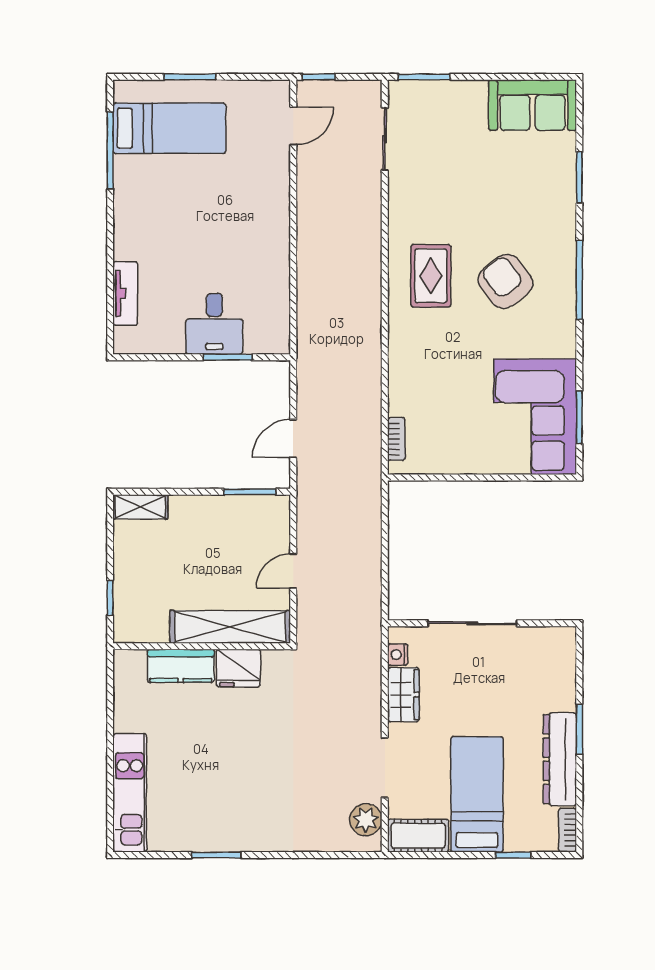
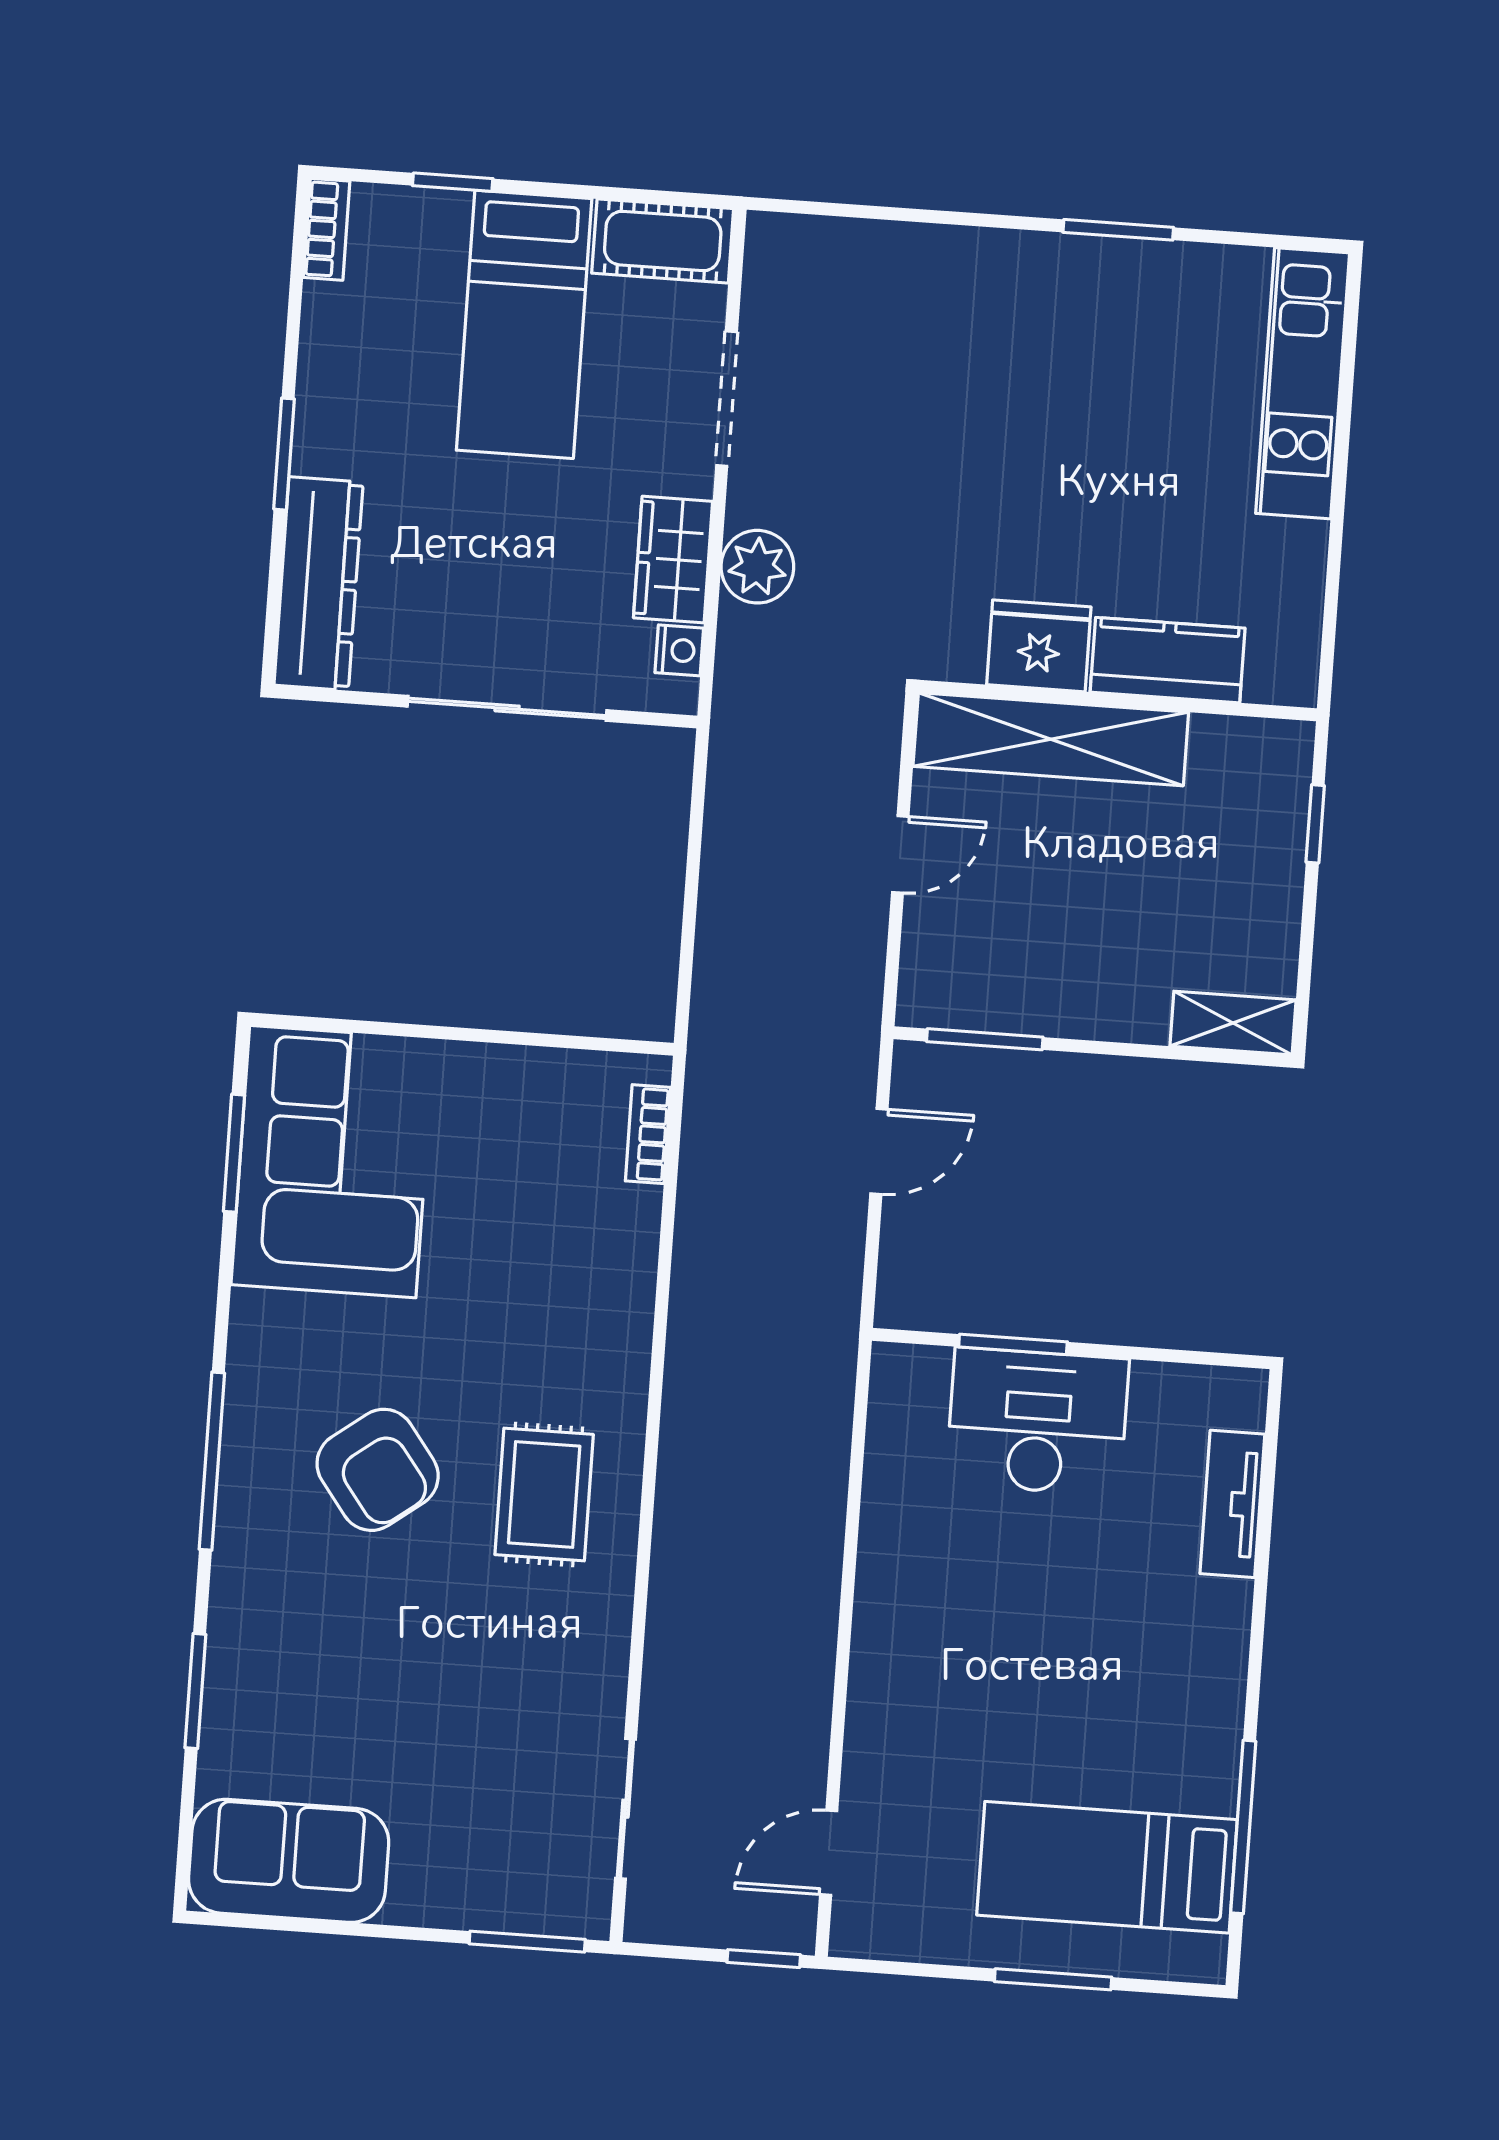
desk: (214, 324) -> (1037, 1422), width x1.37
dresser: (560, 759) -> (319, 584), moved
plant: (366, 820) -> (757, 567), moved

